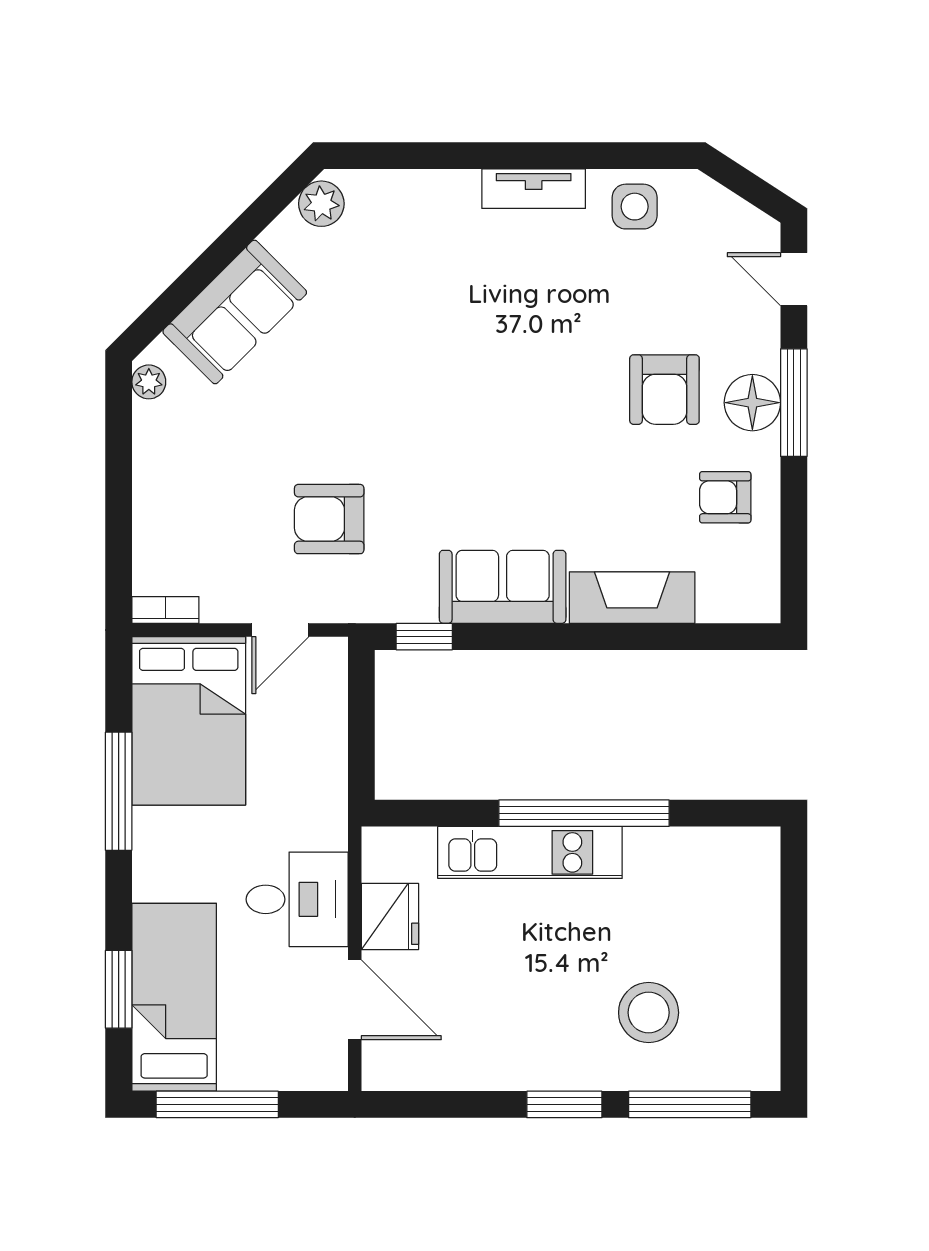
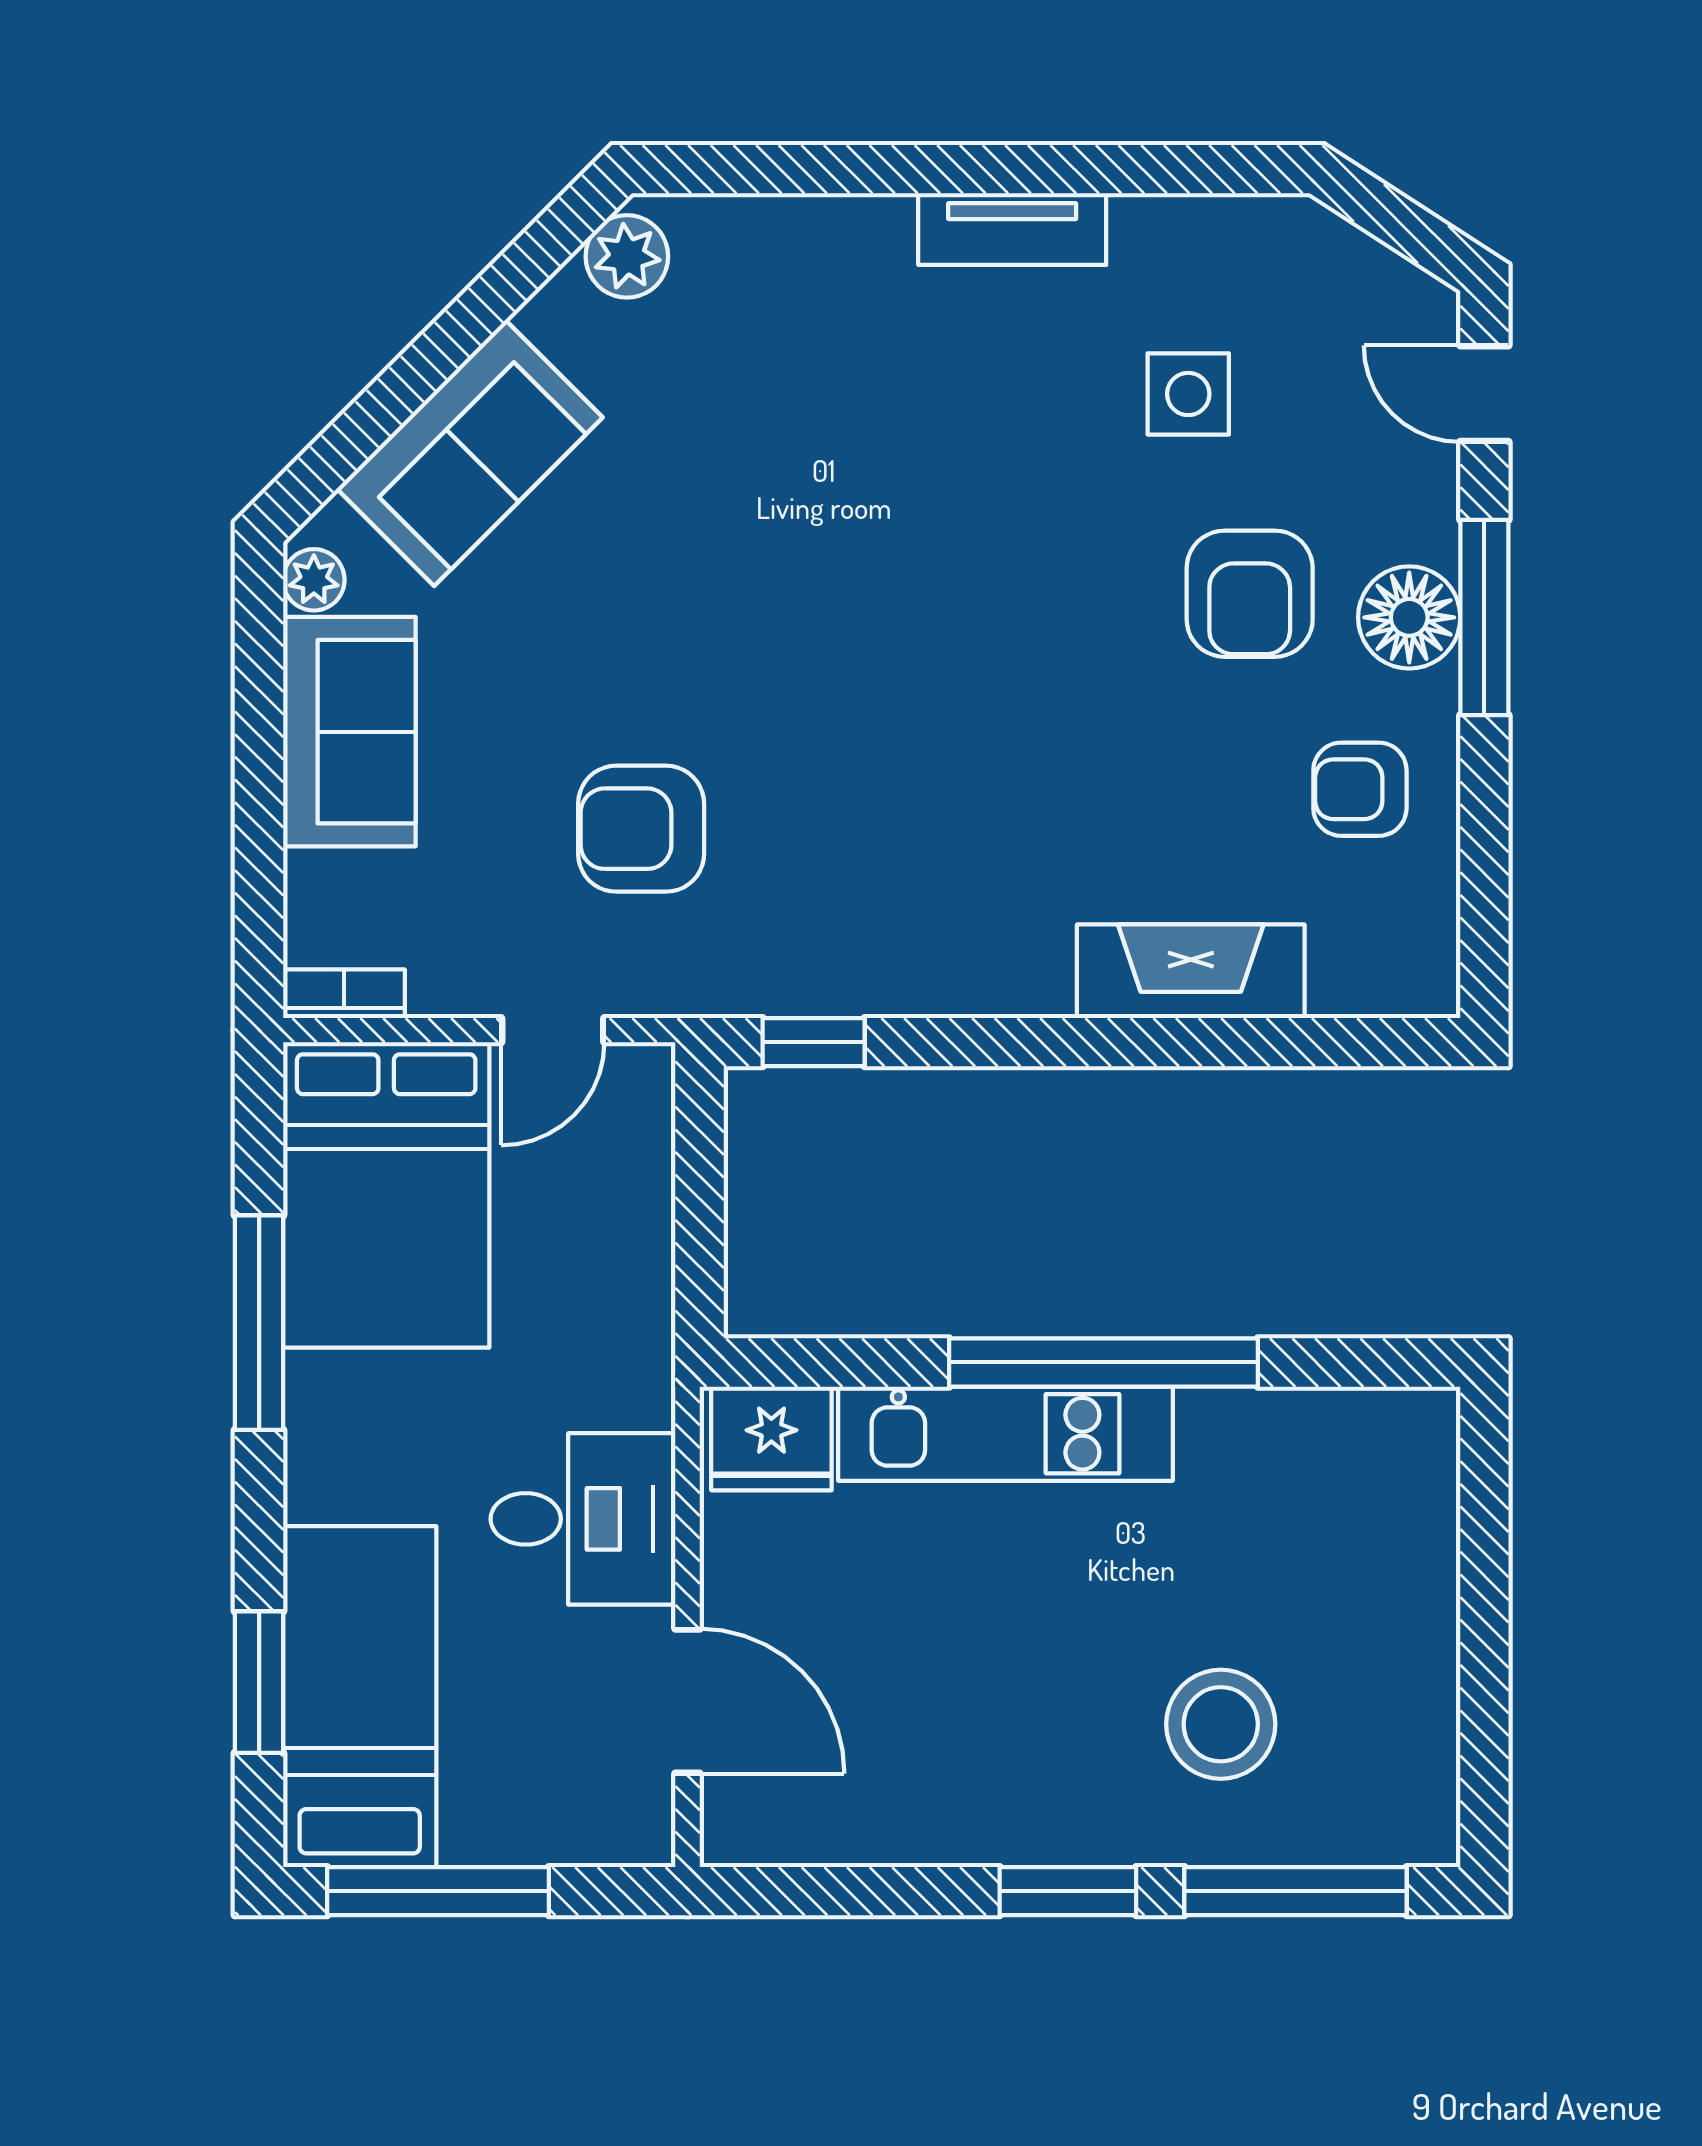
side table: (635, 207) -> (1188, 394), moved
sofa: (503, 587) -> (349, 732), moved, turned 90
fridge: (390, 917) -> (771, 1438), moved, turned 90

